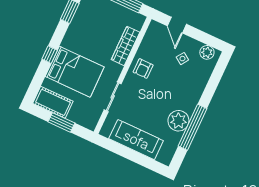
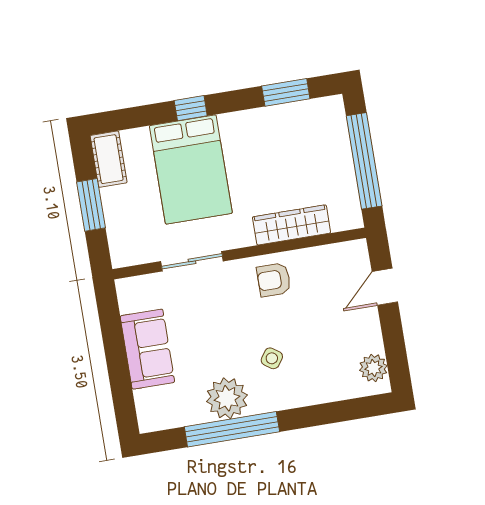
side table: (182, 59) -> (272, 358), moved
cot: (53, 102) -> (109, 159), width x0.73, depth x0.75
sofa: (136, 140) -> (147, 349), width x0.73

